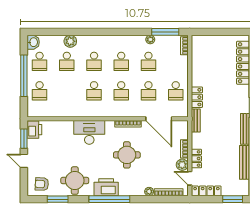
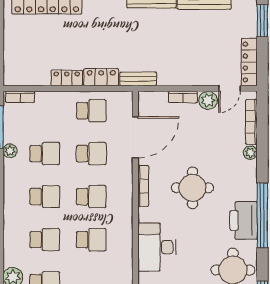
locker: (196, 159) -> (67, 78), moved

